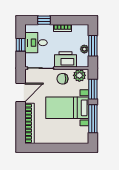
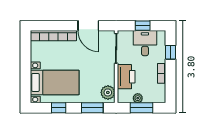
chair: (62, 79) -> (104, 73), removed
bed with nightstands: (67, 108) -> (55, 82), moved, turned 90
window: (93, 119) -> (59, 108), width x0.46

